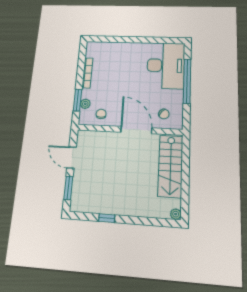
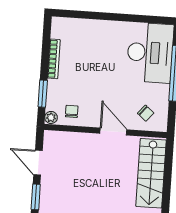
plant: (85, 104) -> (51, 117), moved
door: (136, 130) -> (113, 132), width x0.73

